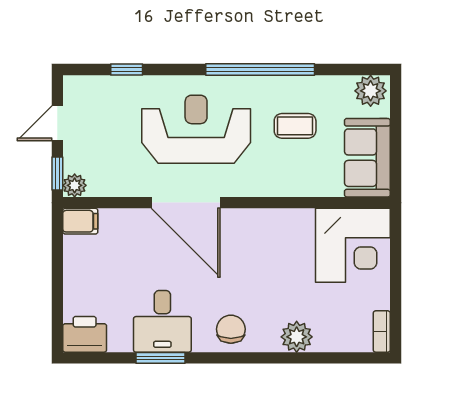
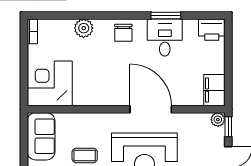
filing cabinet: (80, 221) -> (214, 90), width x2.00

